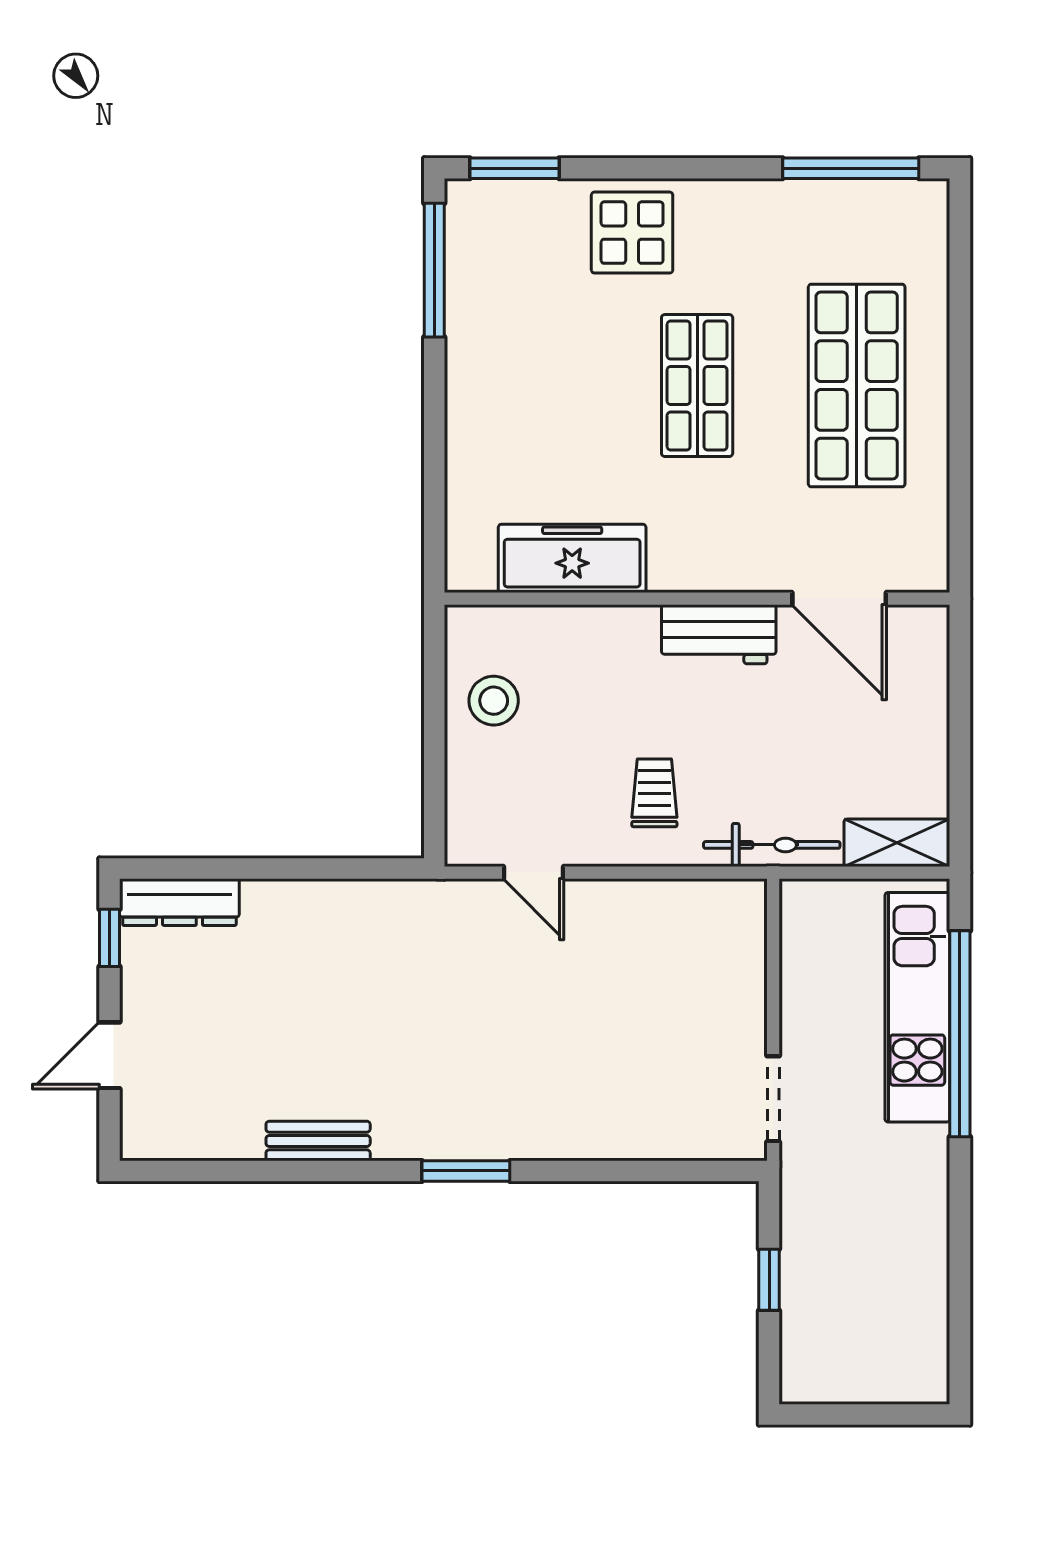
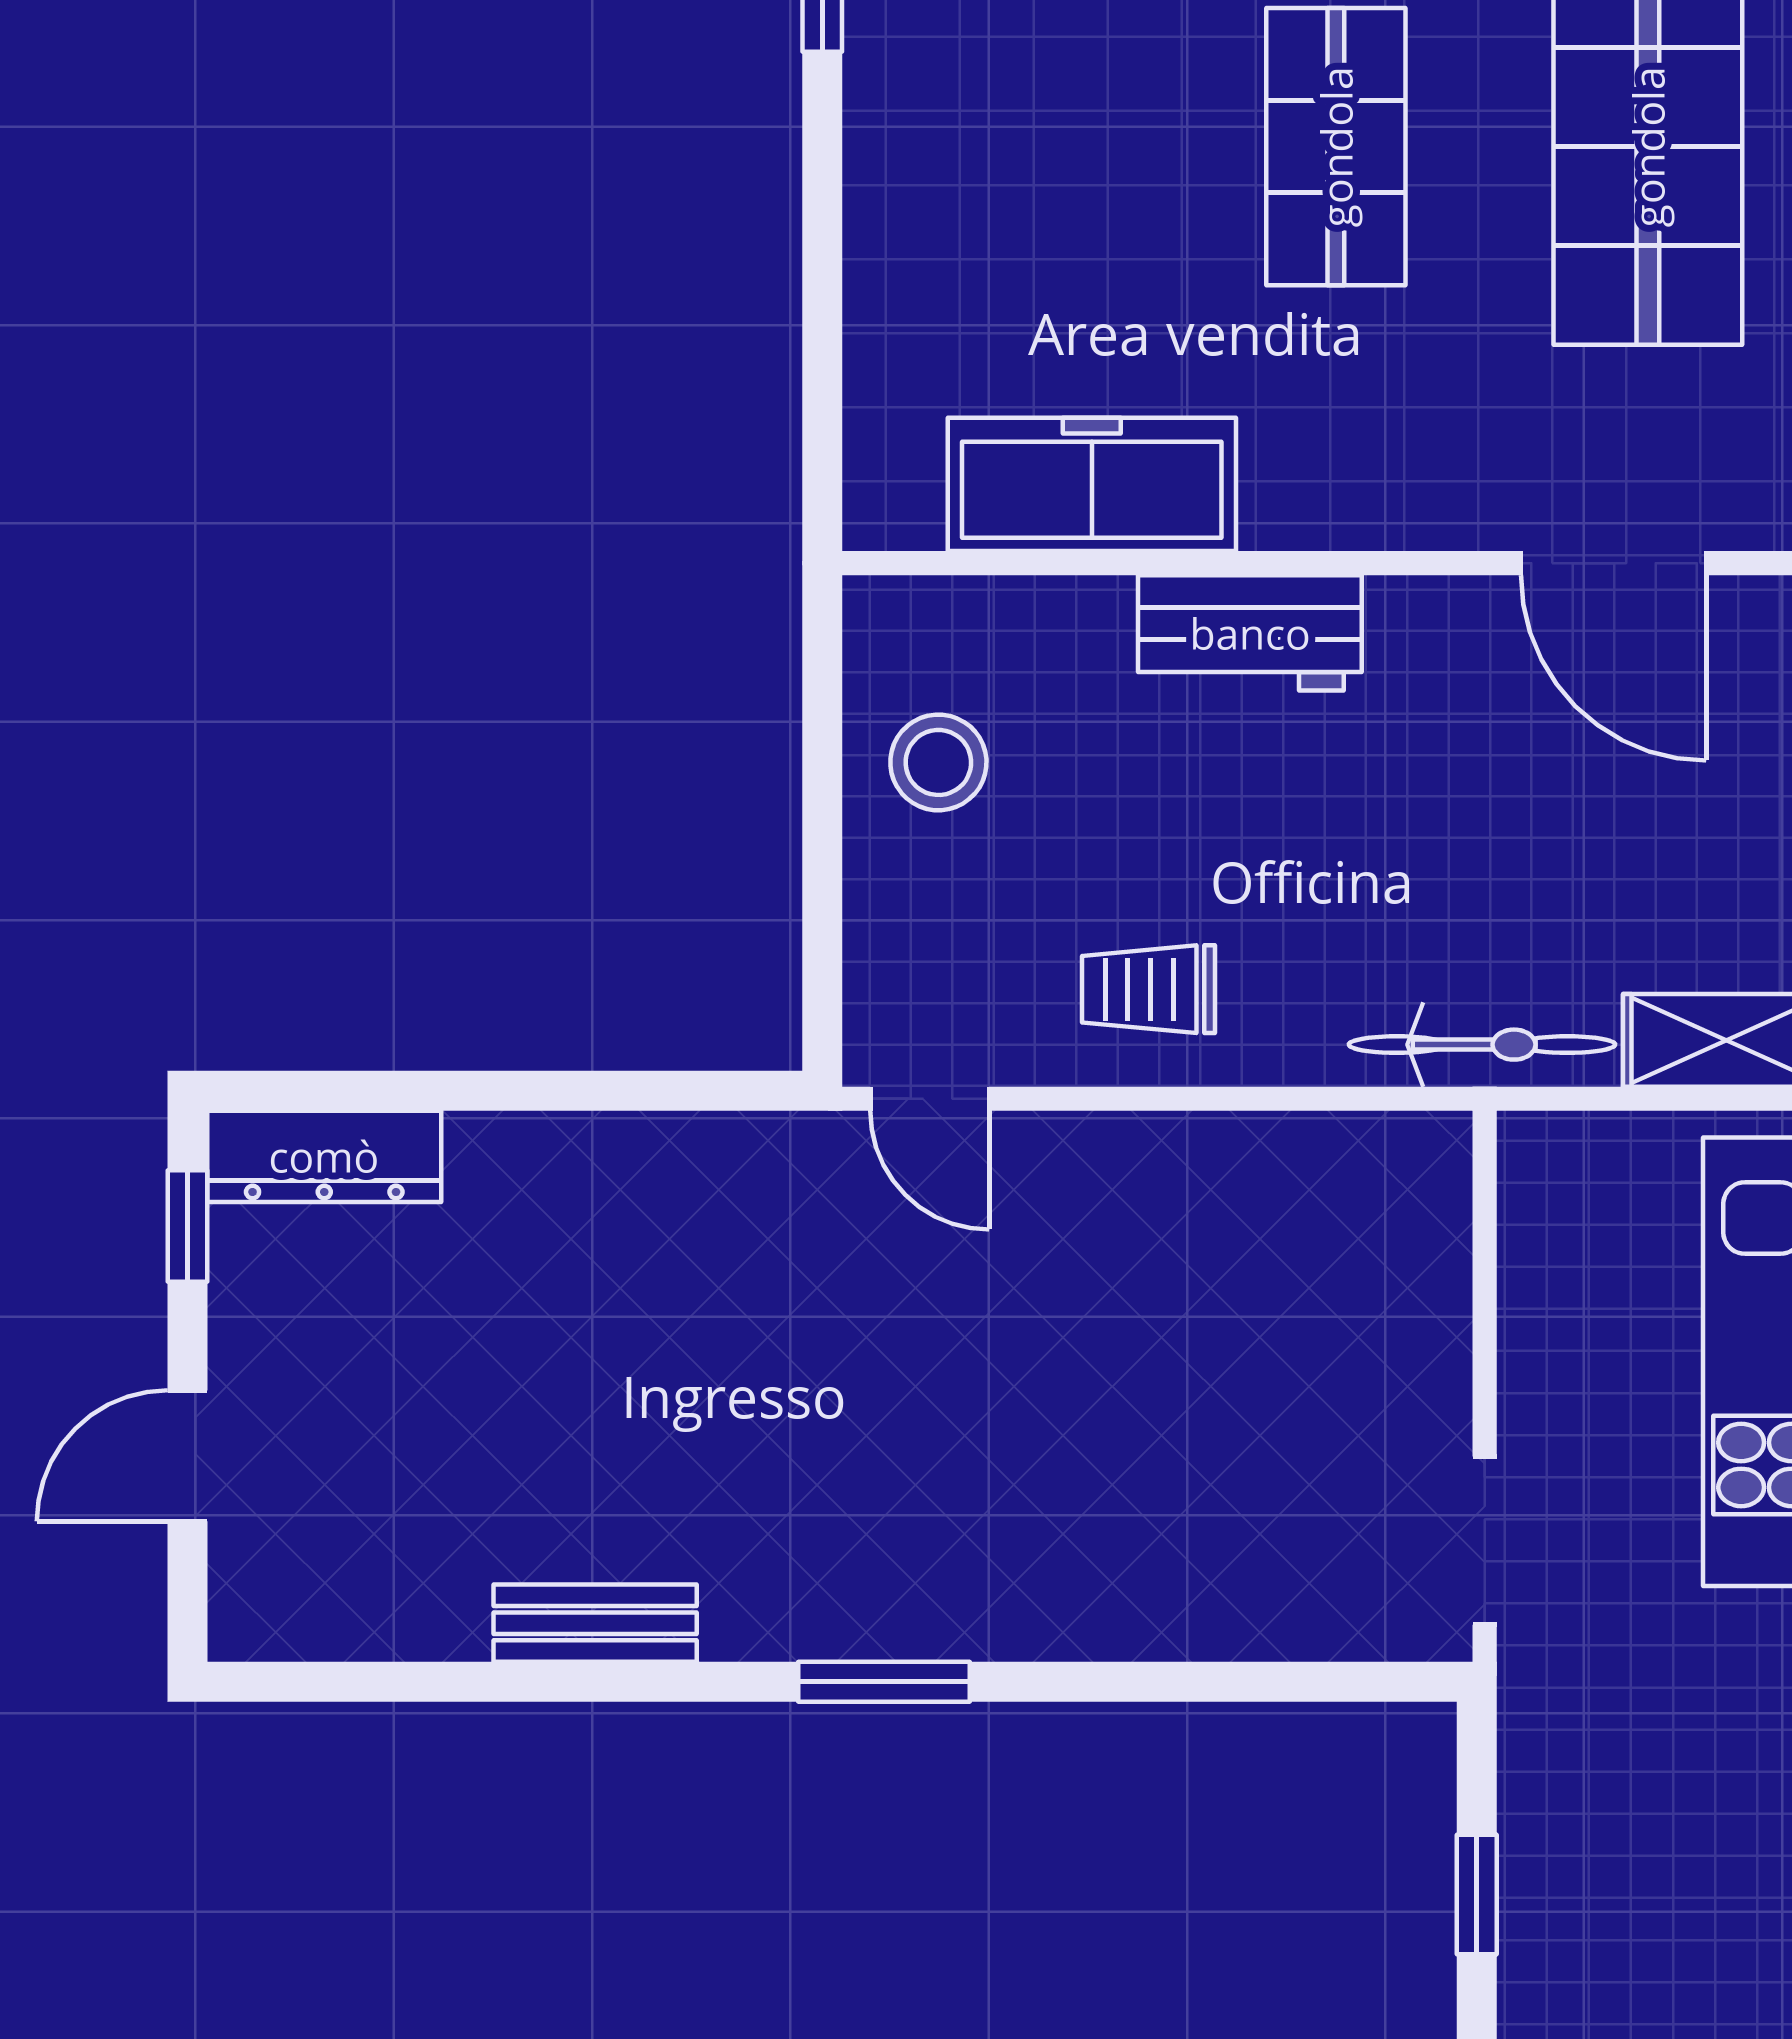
workbench: (719, 634) -> (1250, 633), moved
trolley: (654, 793) -> (1149, 989), moved, turned -90
door: (534, 873) -> (930, 1099), moved

